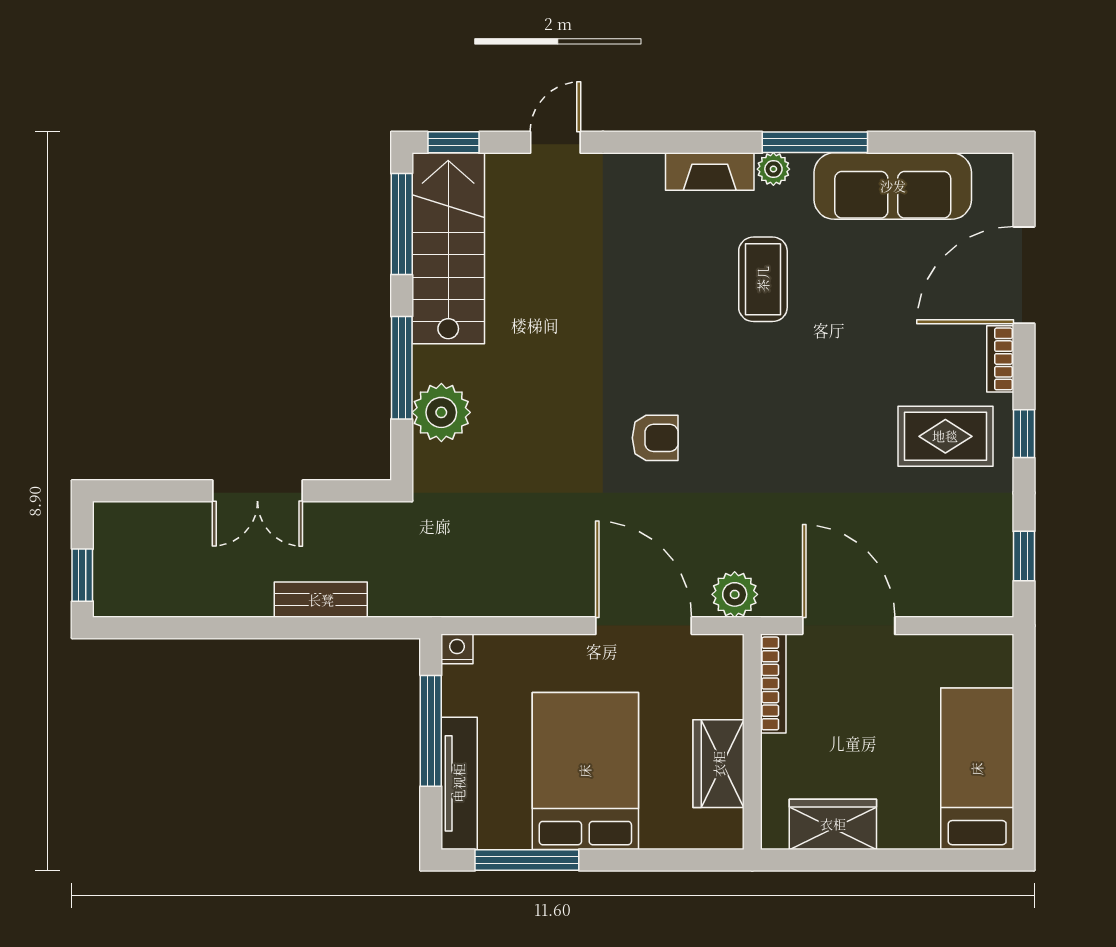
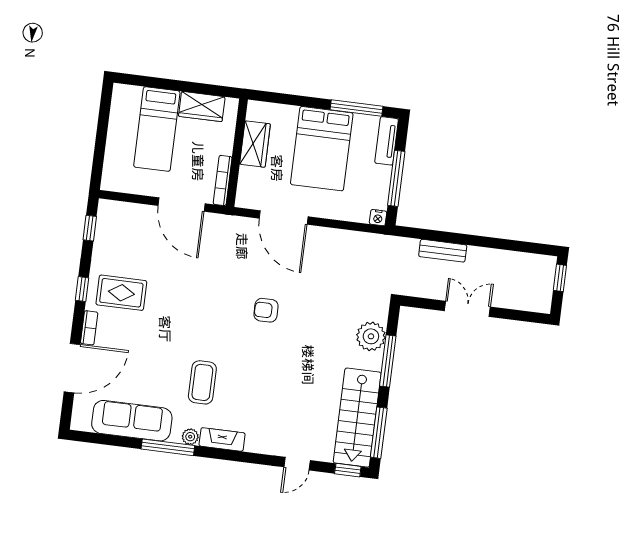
plant: (735, 594) -> (236, 227), removed
bed: (977, 769) -> (157, 129), moved
tv unit: (459, 783) -> (387, 141), width x0.71

